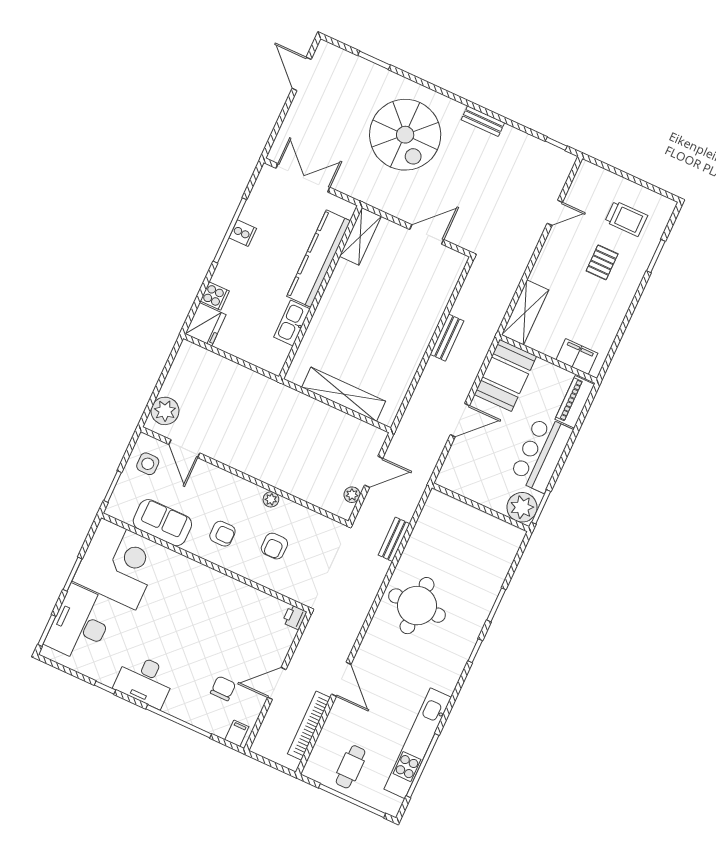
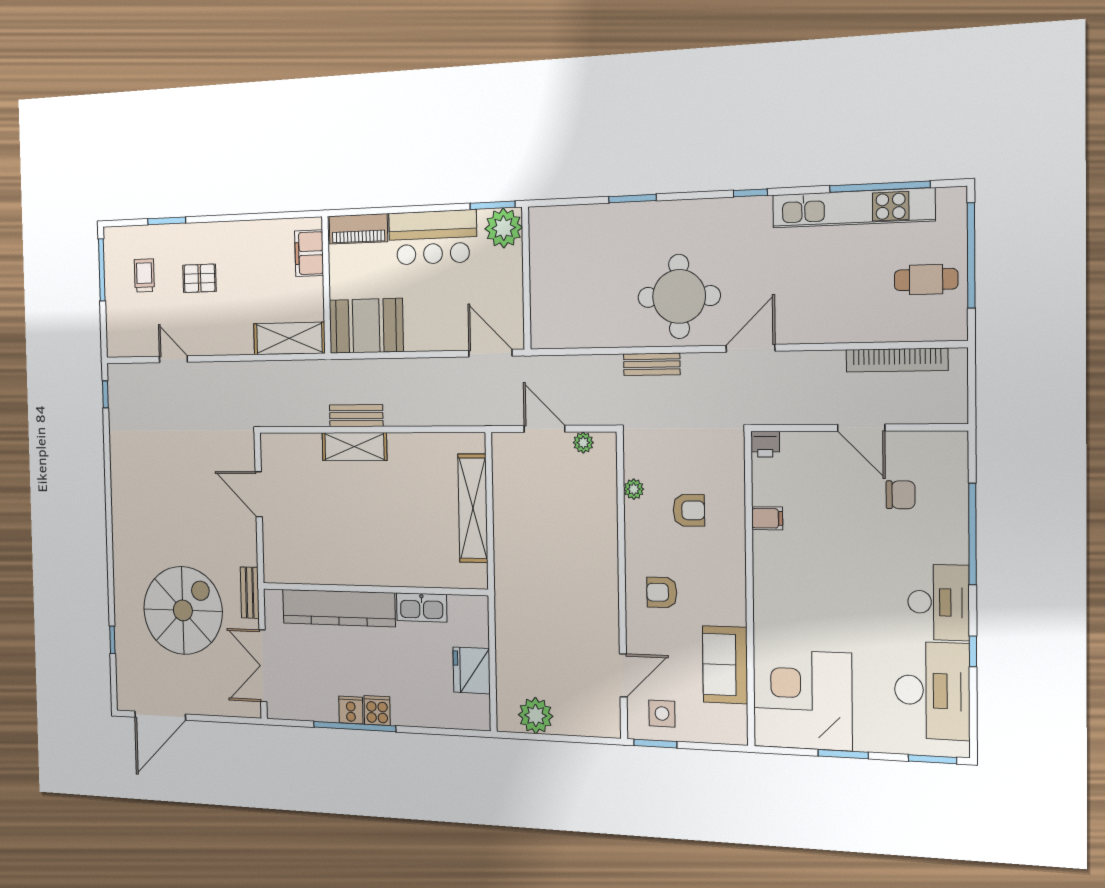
window: (374, 60) -> (112, 640), width x0.67
door: (302, 74) -> (160, 716), width x1.36
bench: (483, 121) -> (250, 593), moved
spiral stairs: (405, 135) -> (183, 610), moved
window: (648, 186) -> (102, 270), added
trolley: (626, 219) -> (144, 275), width x0.73, depth x0.72
shelving: (360, 236) -> (354, 447), moved
cooker: (215, 296) -> (377, 711), moved
fridge: (206, 324) -> (472, 670), moved, turned -90
plant: (165, 411) -> (536, 716), moved
door: (460, 420) -> (490, 353), moved
window: (113, 487) -> (655, 744), moved
plant: (271, 499) -> (634, 489), moved
armchair: (222, 534) -> (662, 592), moved, turned -90
bench: (394, 539) -> (652, 364), moved
desk: (80, 624) -> (932, 691), moved, turned -90
window: (475, 651) -> (750, 193), moved
door: (341, 679) -> (751, 348), moved
chair: (223, 688) -> (901, 495), turned 180
filing cabinet: (237, 733) -> (767, 518), moved, turned 180

